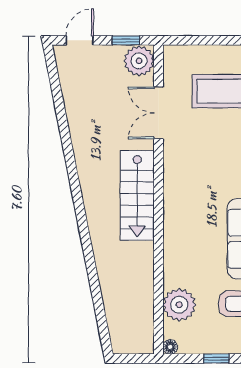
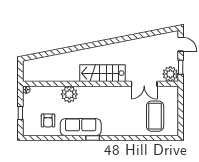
double door: (158, 113) -> (144, 84), swing flipped
plant: (179, 305) -> (69, 94), moved

